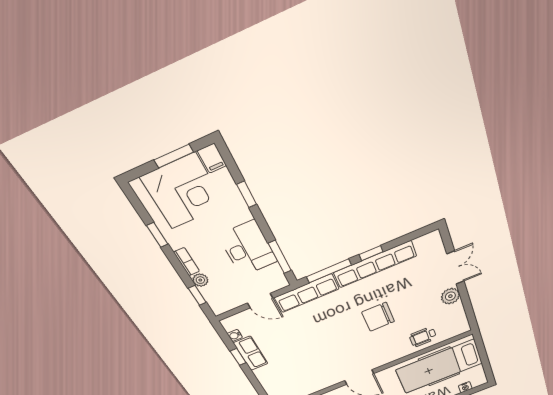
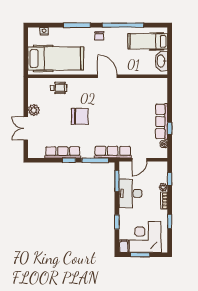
row of seats: (375, 264) -> (63, 152), width x0.73
door: (260, 301) -> (139, 160), swing flipped
row of seats: (251, 353) -> (162, 122), width x1.48

